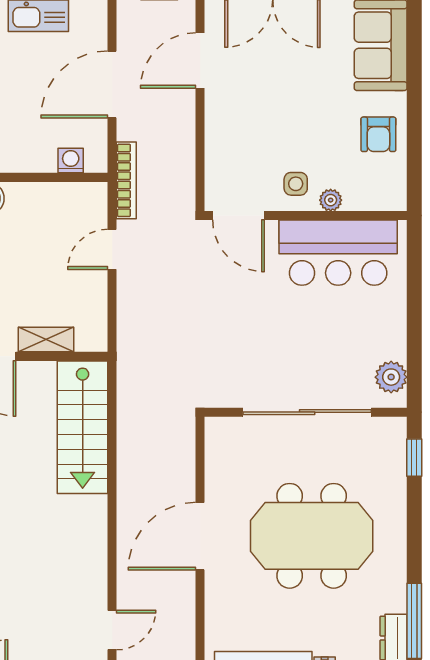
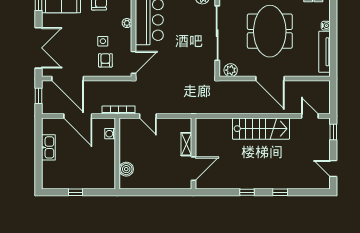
door: (200, 61) -> (68, 79), width x1.36
armchair: (243, 150) -> (105, 60), added
side table: (296, 184) -> (103, 41), moved
stairs: (83, 427) -> (261, 129), moved
plant: (220, 444) -> (231, 70), added

